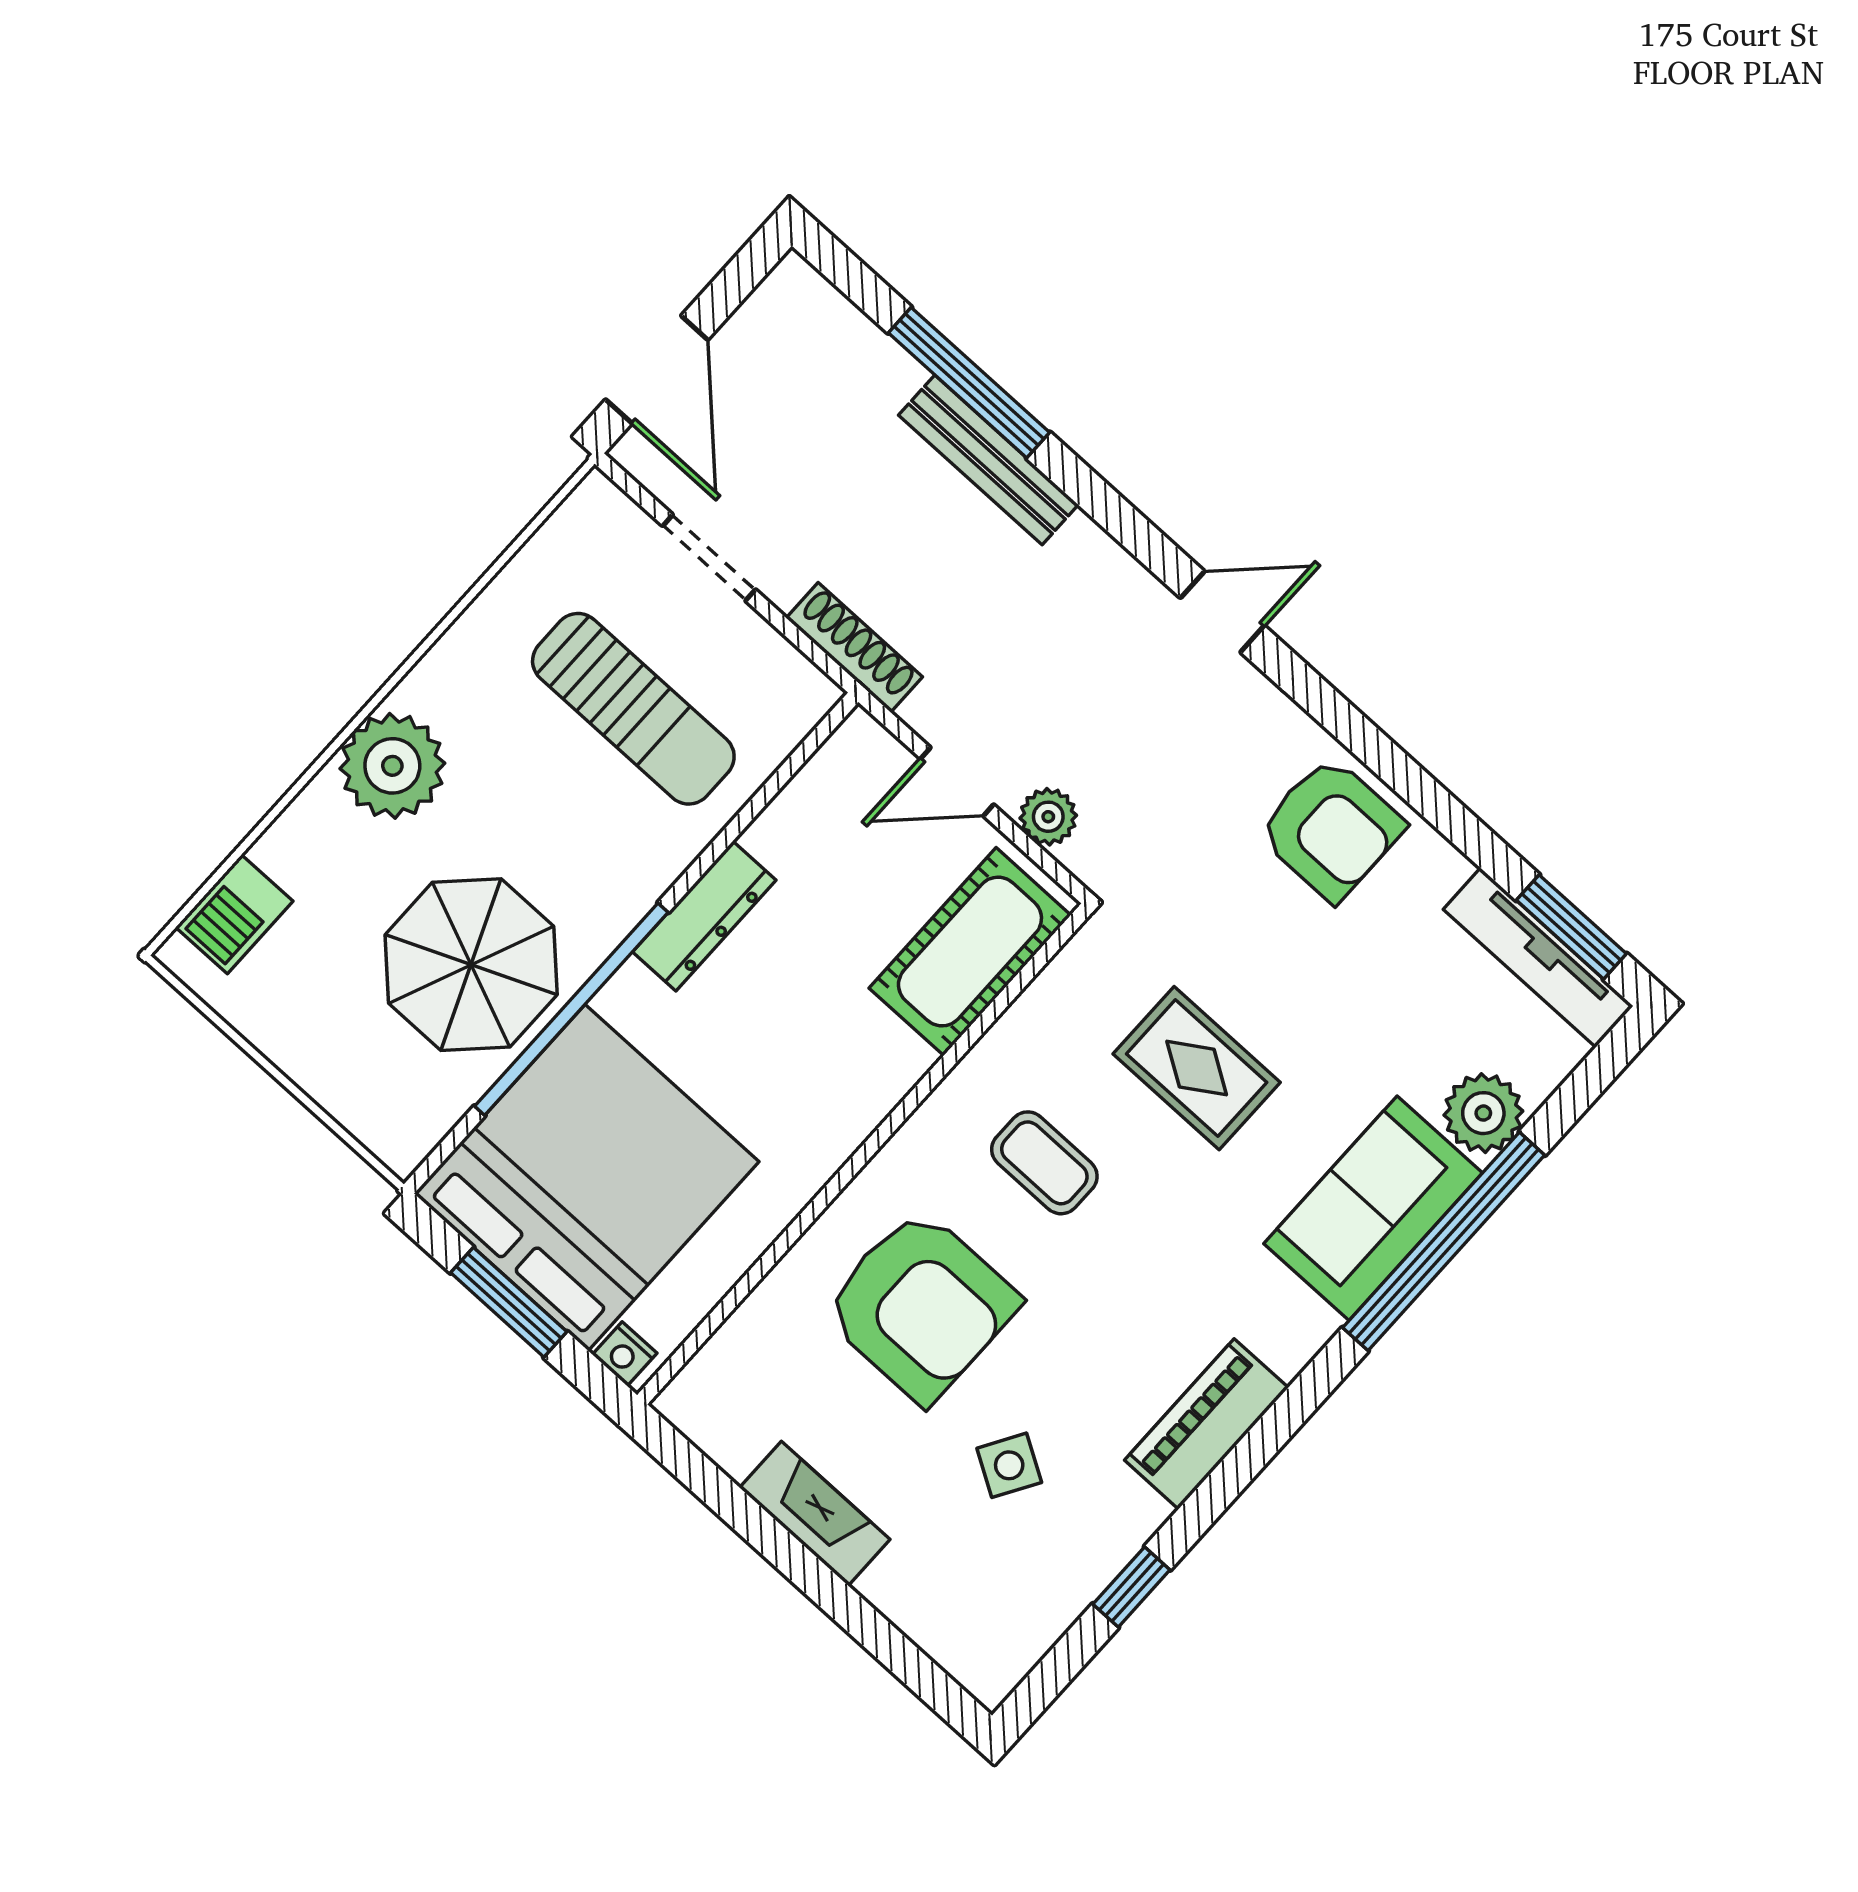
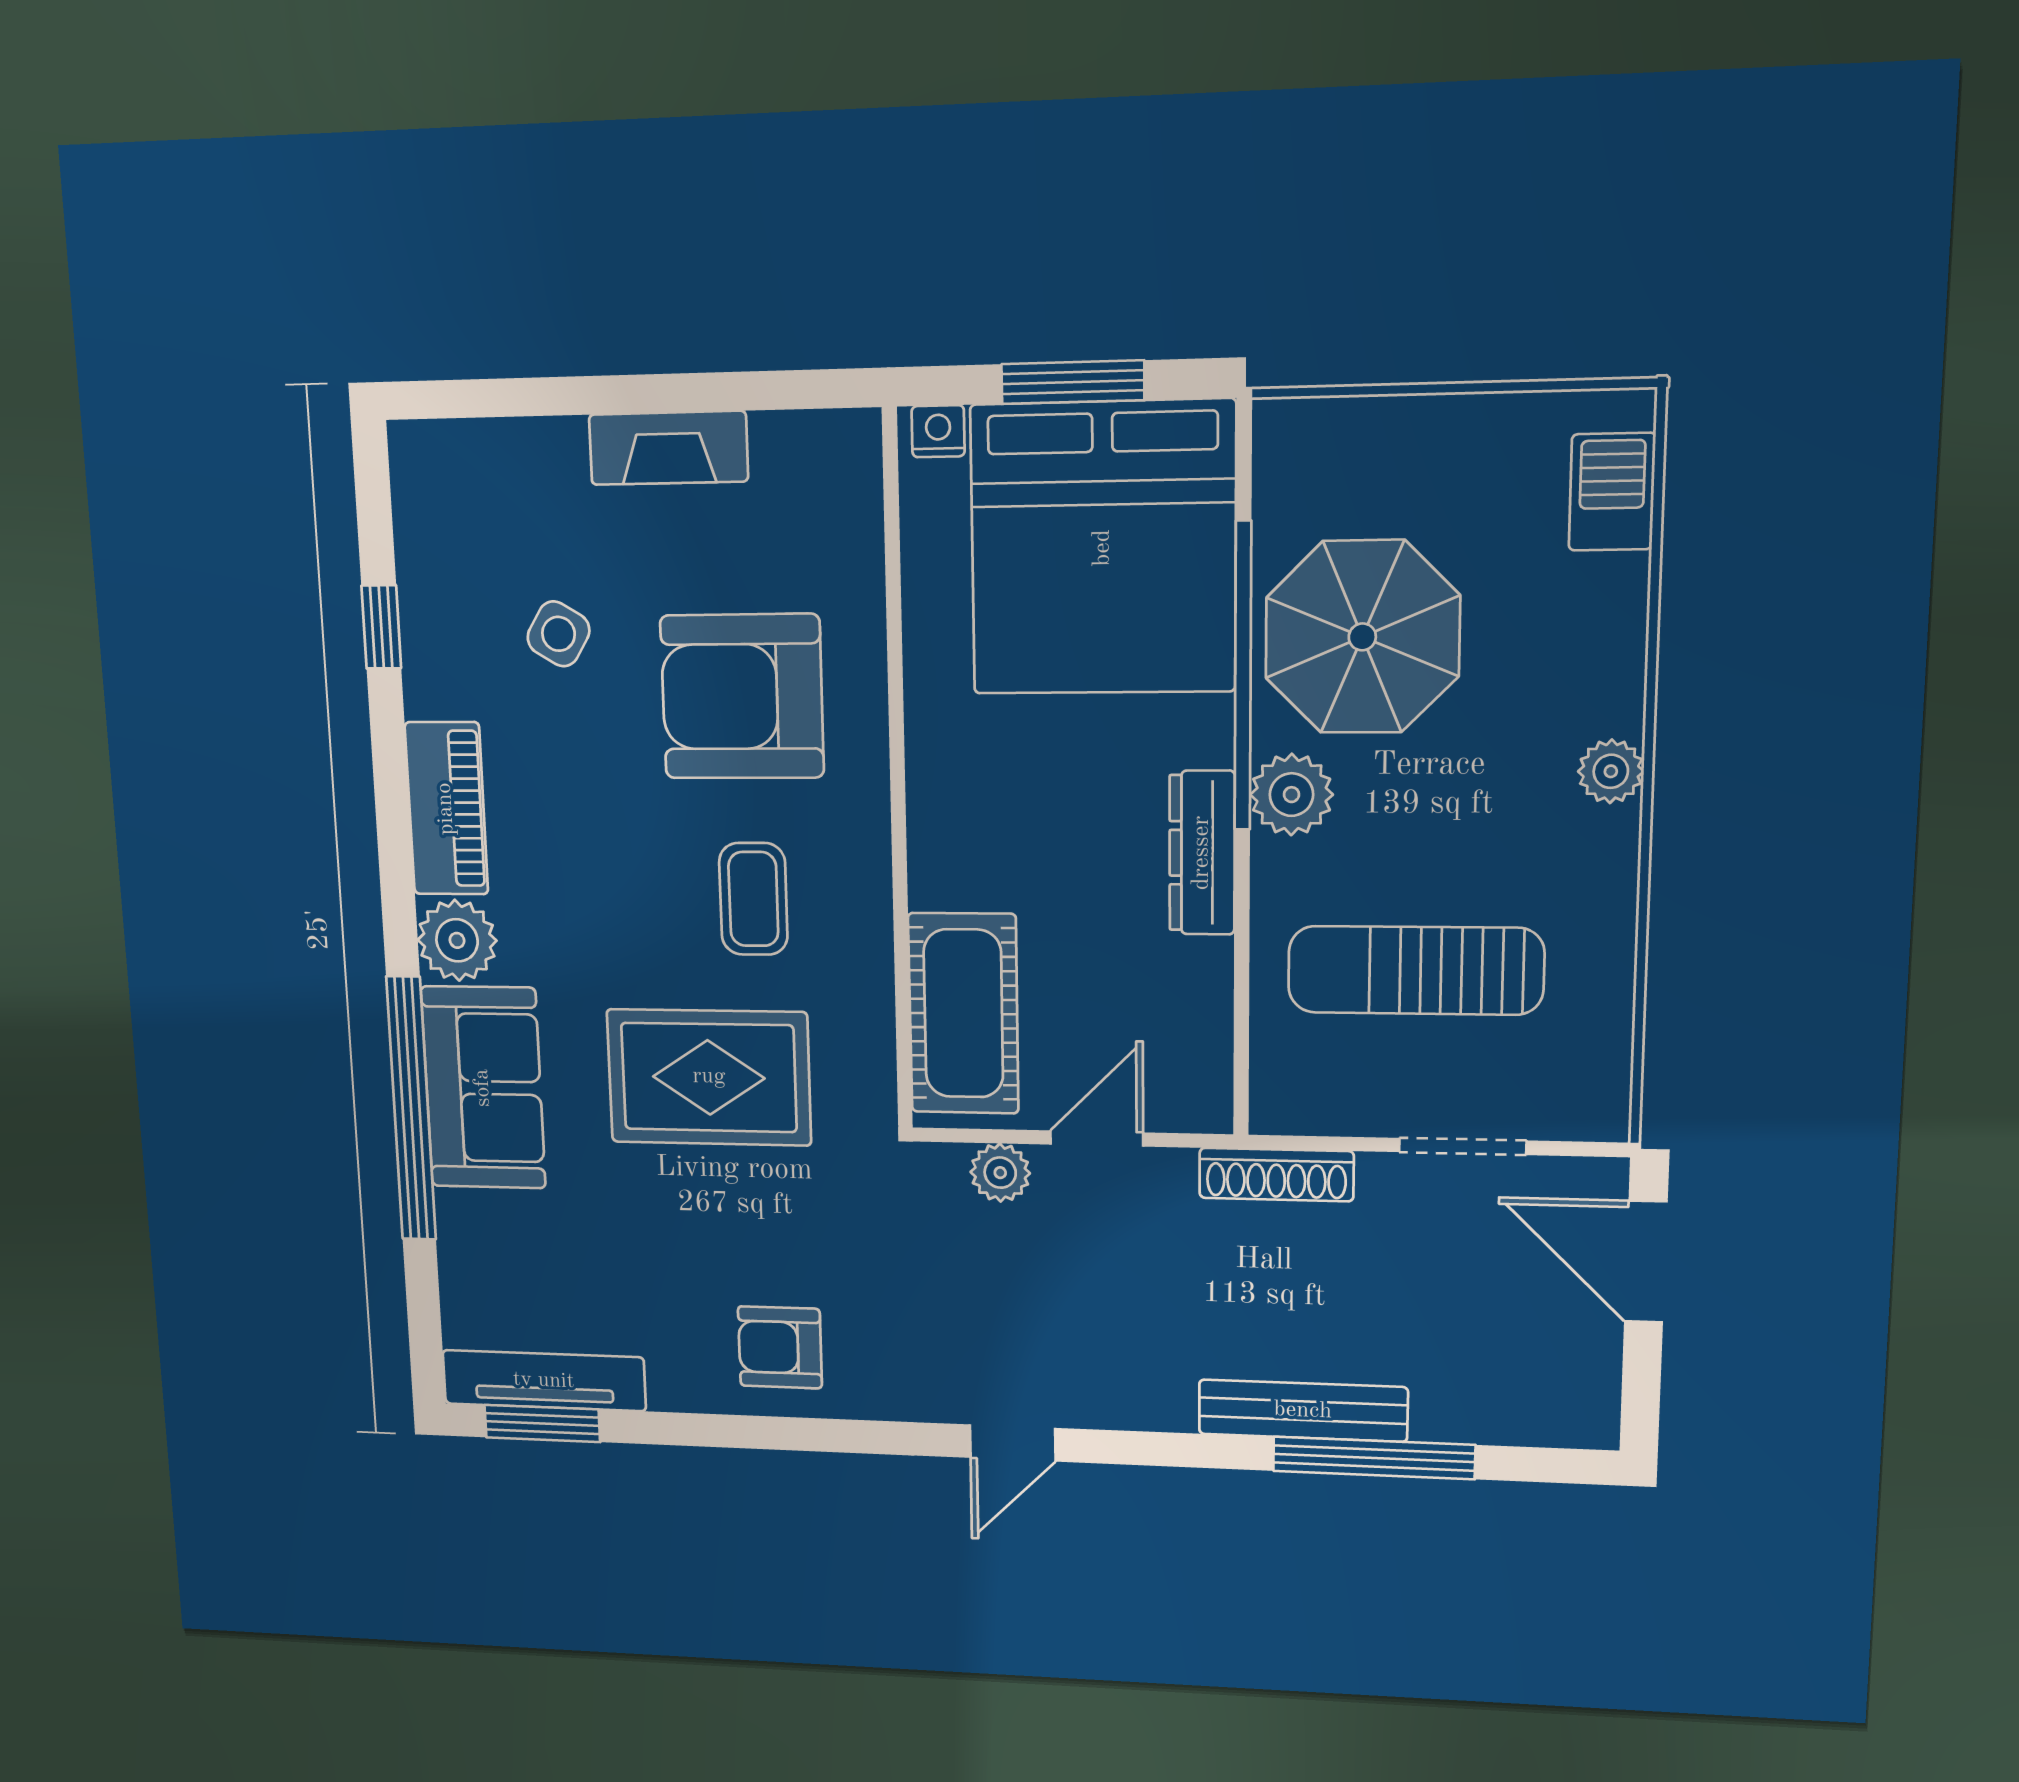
plant: (392, 766) -> (1611, 771), width x0.53, depth x0.53
armchair: (1331, 829) -> (780, 1347), width x0.72, depth x0.72
plant: (610, 902) -> (1292, 795), added
rug: (1197, 1068) -> (709, 1077), width x1.36, depth x1.43
plant: (1483, 1113) -> (457, 940), moved
coffee table: (1044, 1163) -> (753, 899), turned 90

